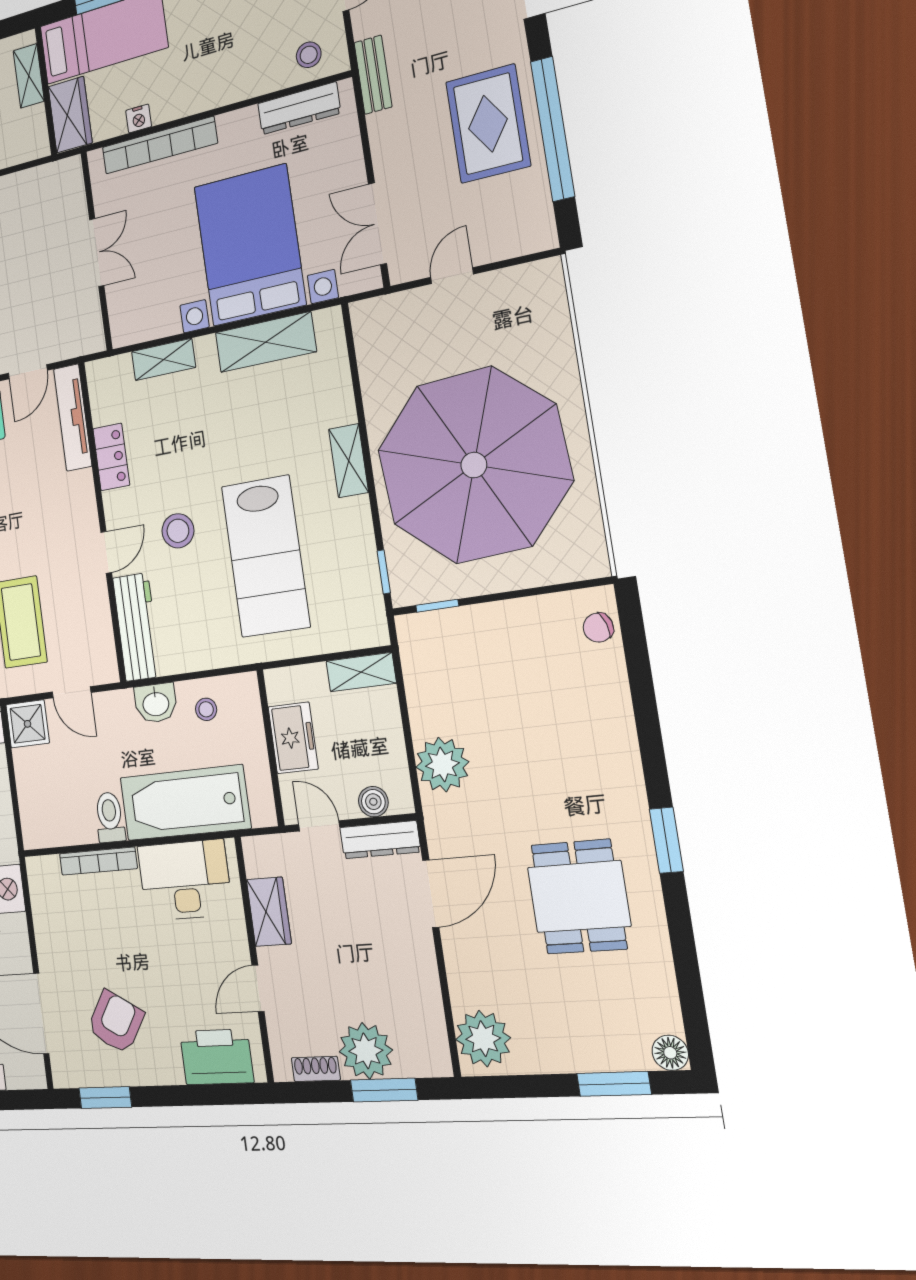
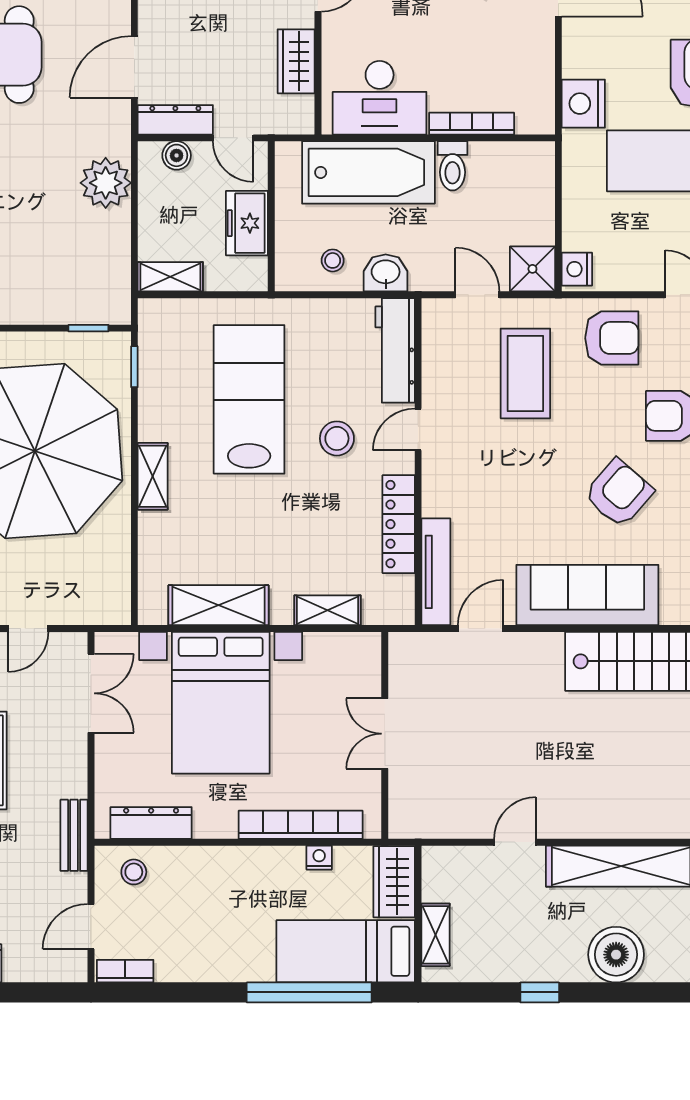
locker: (111, 457) -> (399, 524), width x1.53

